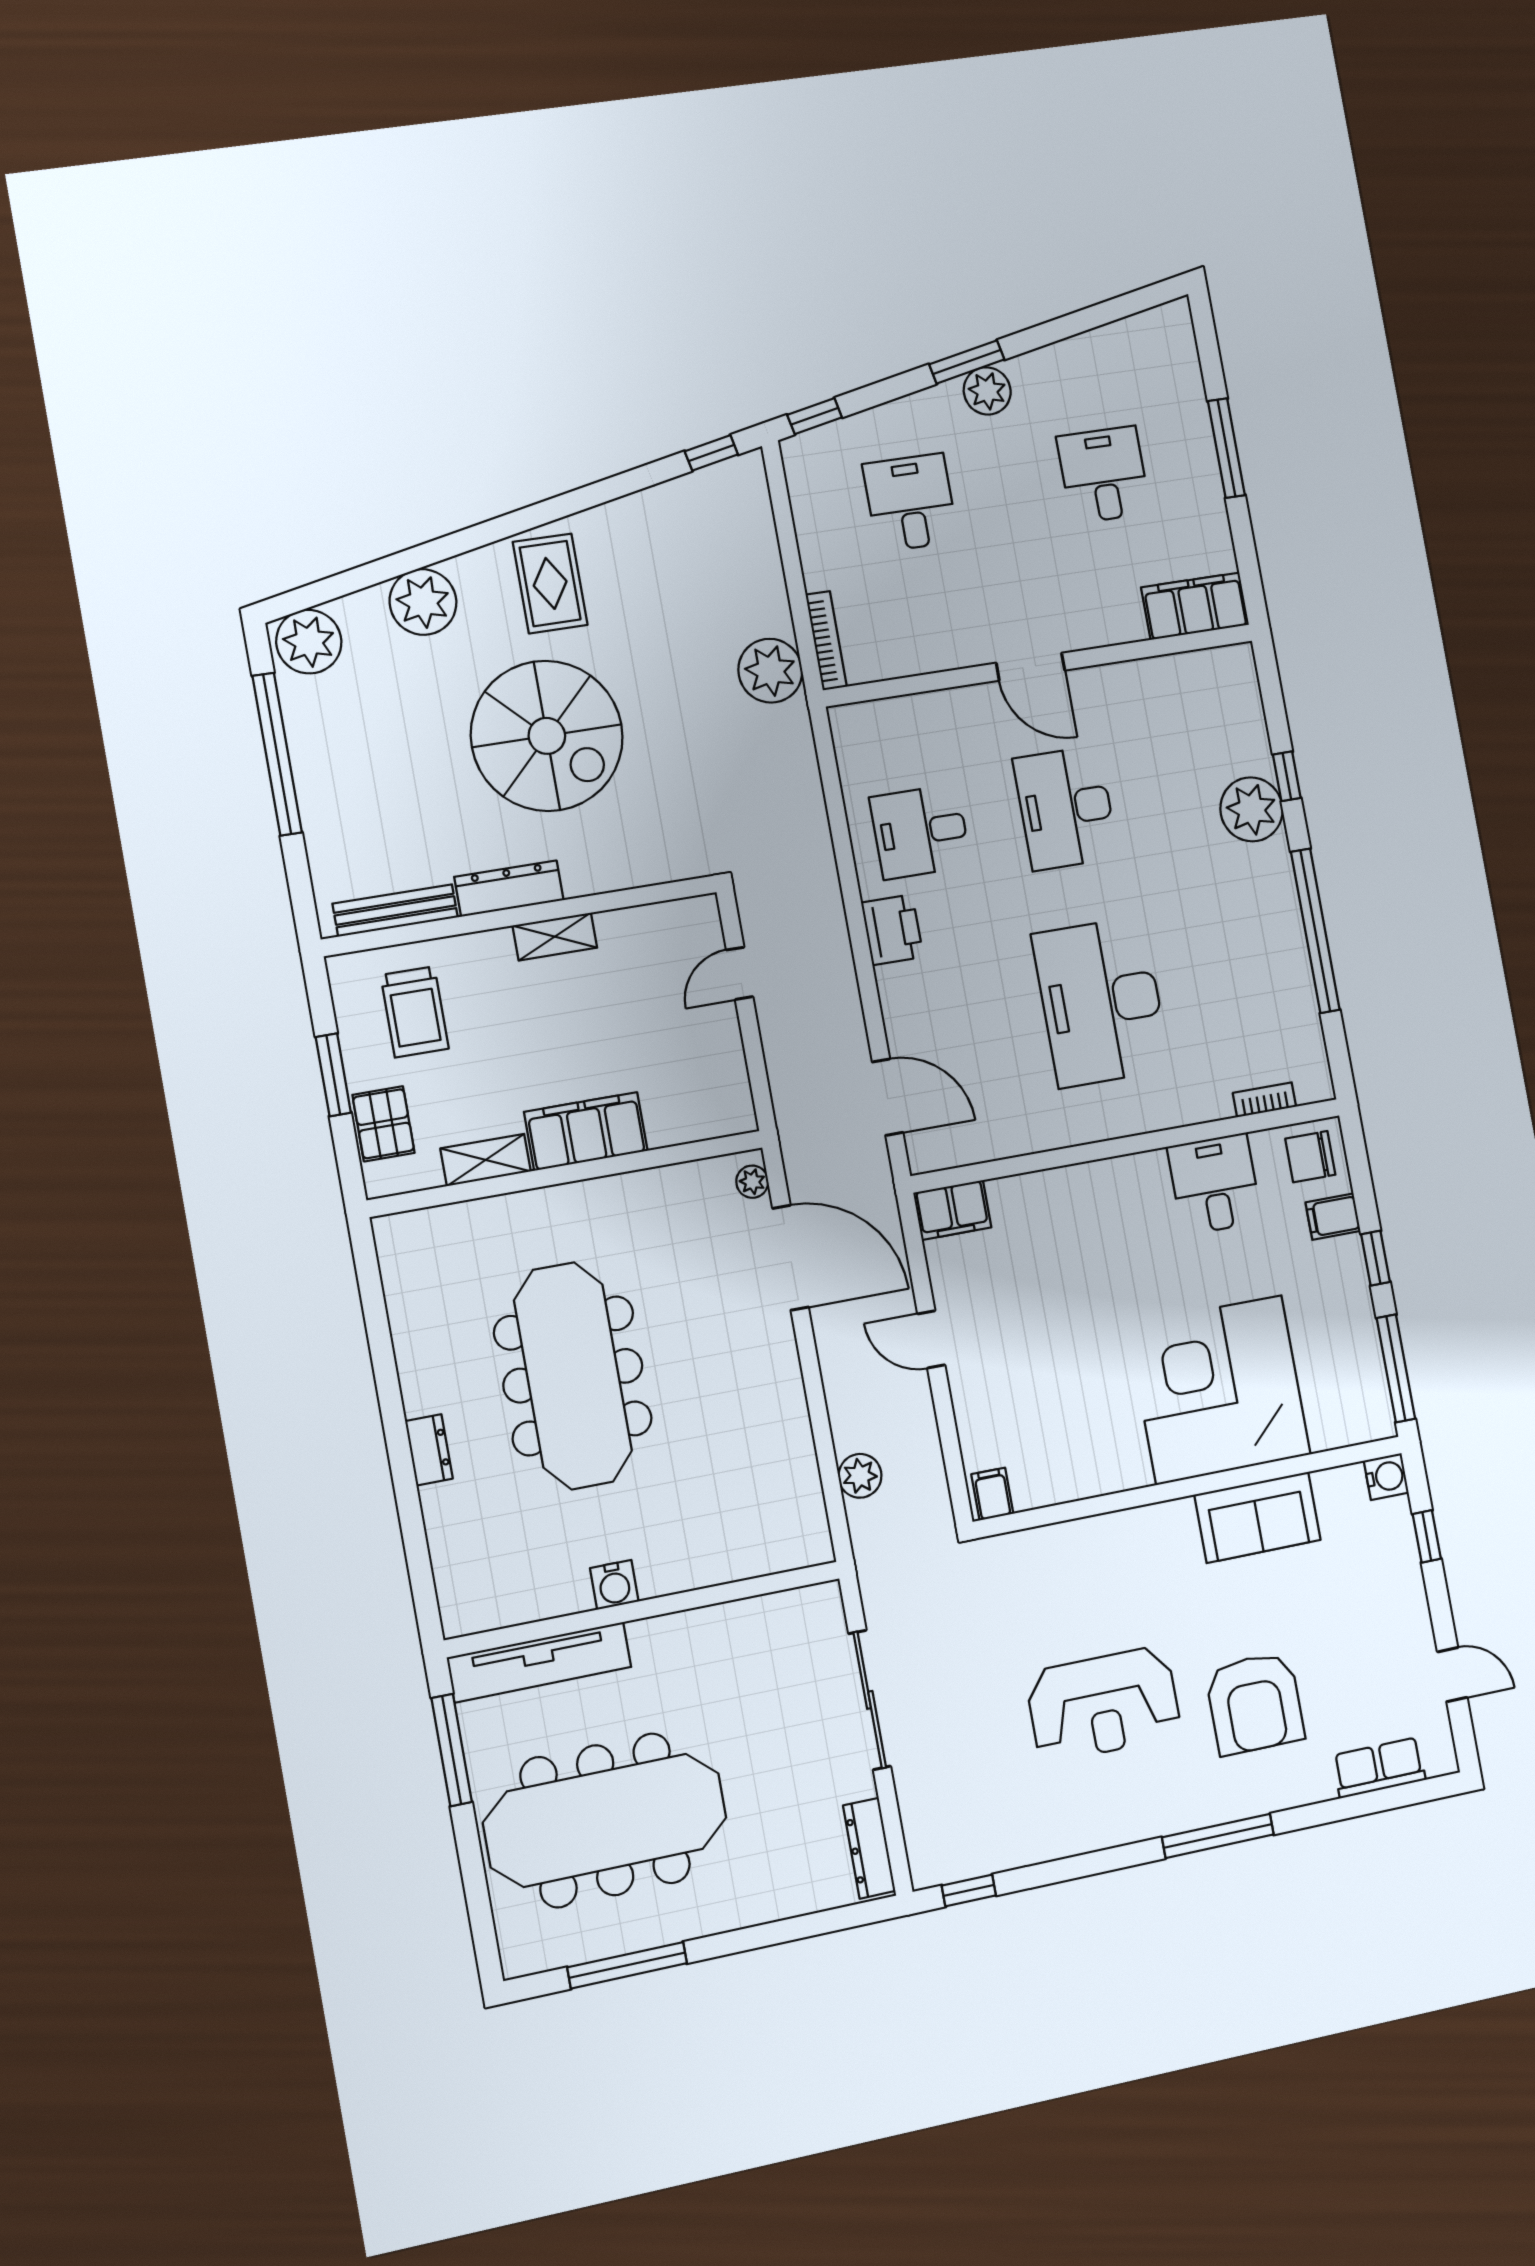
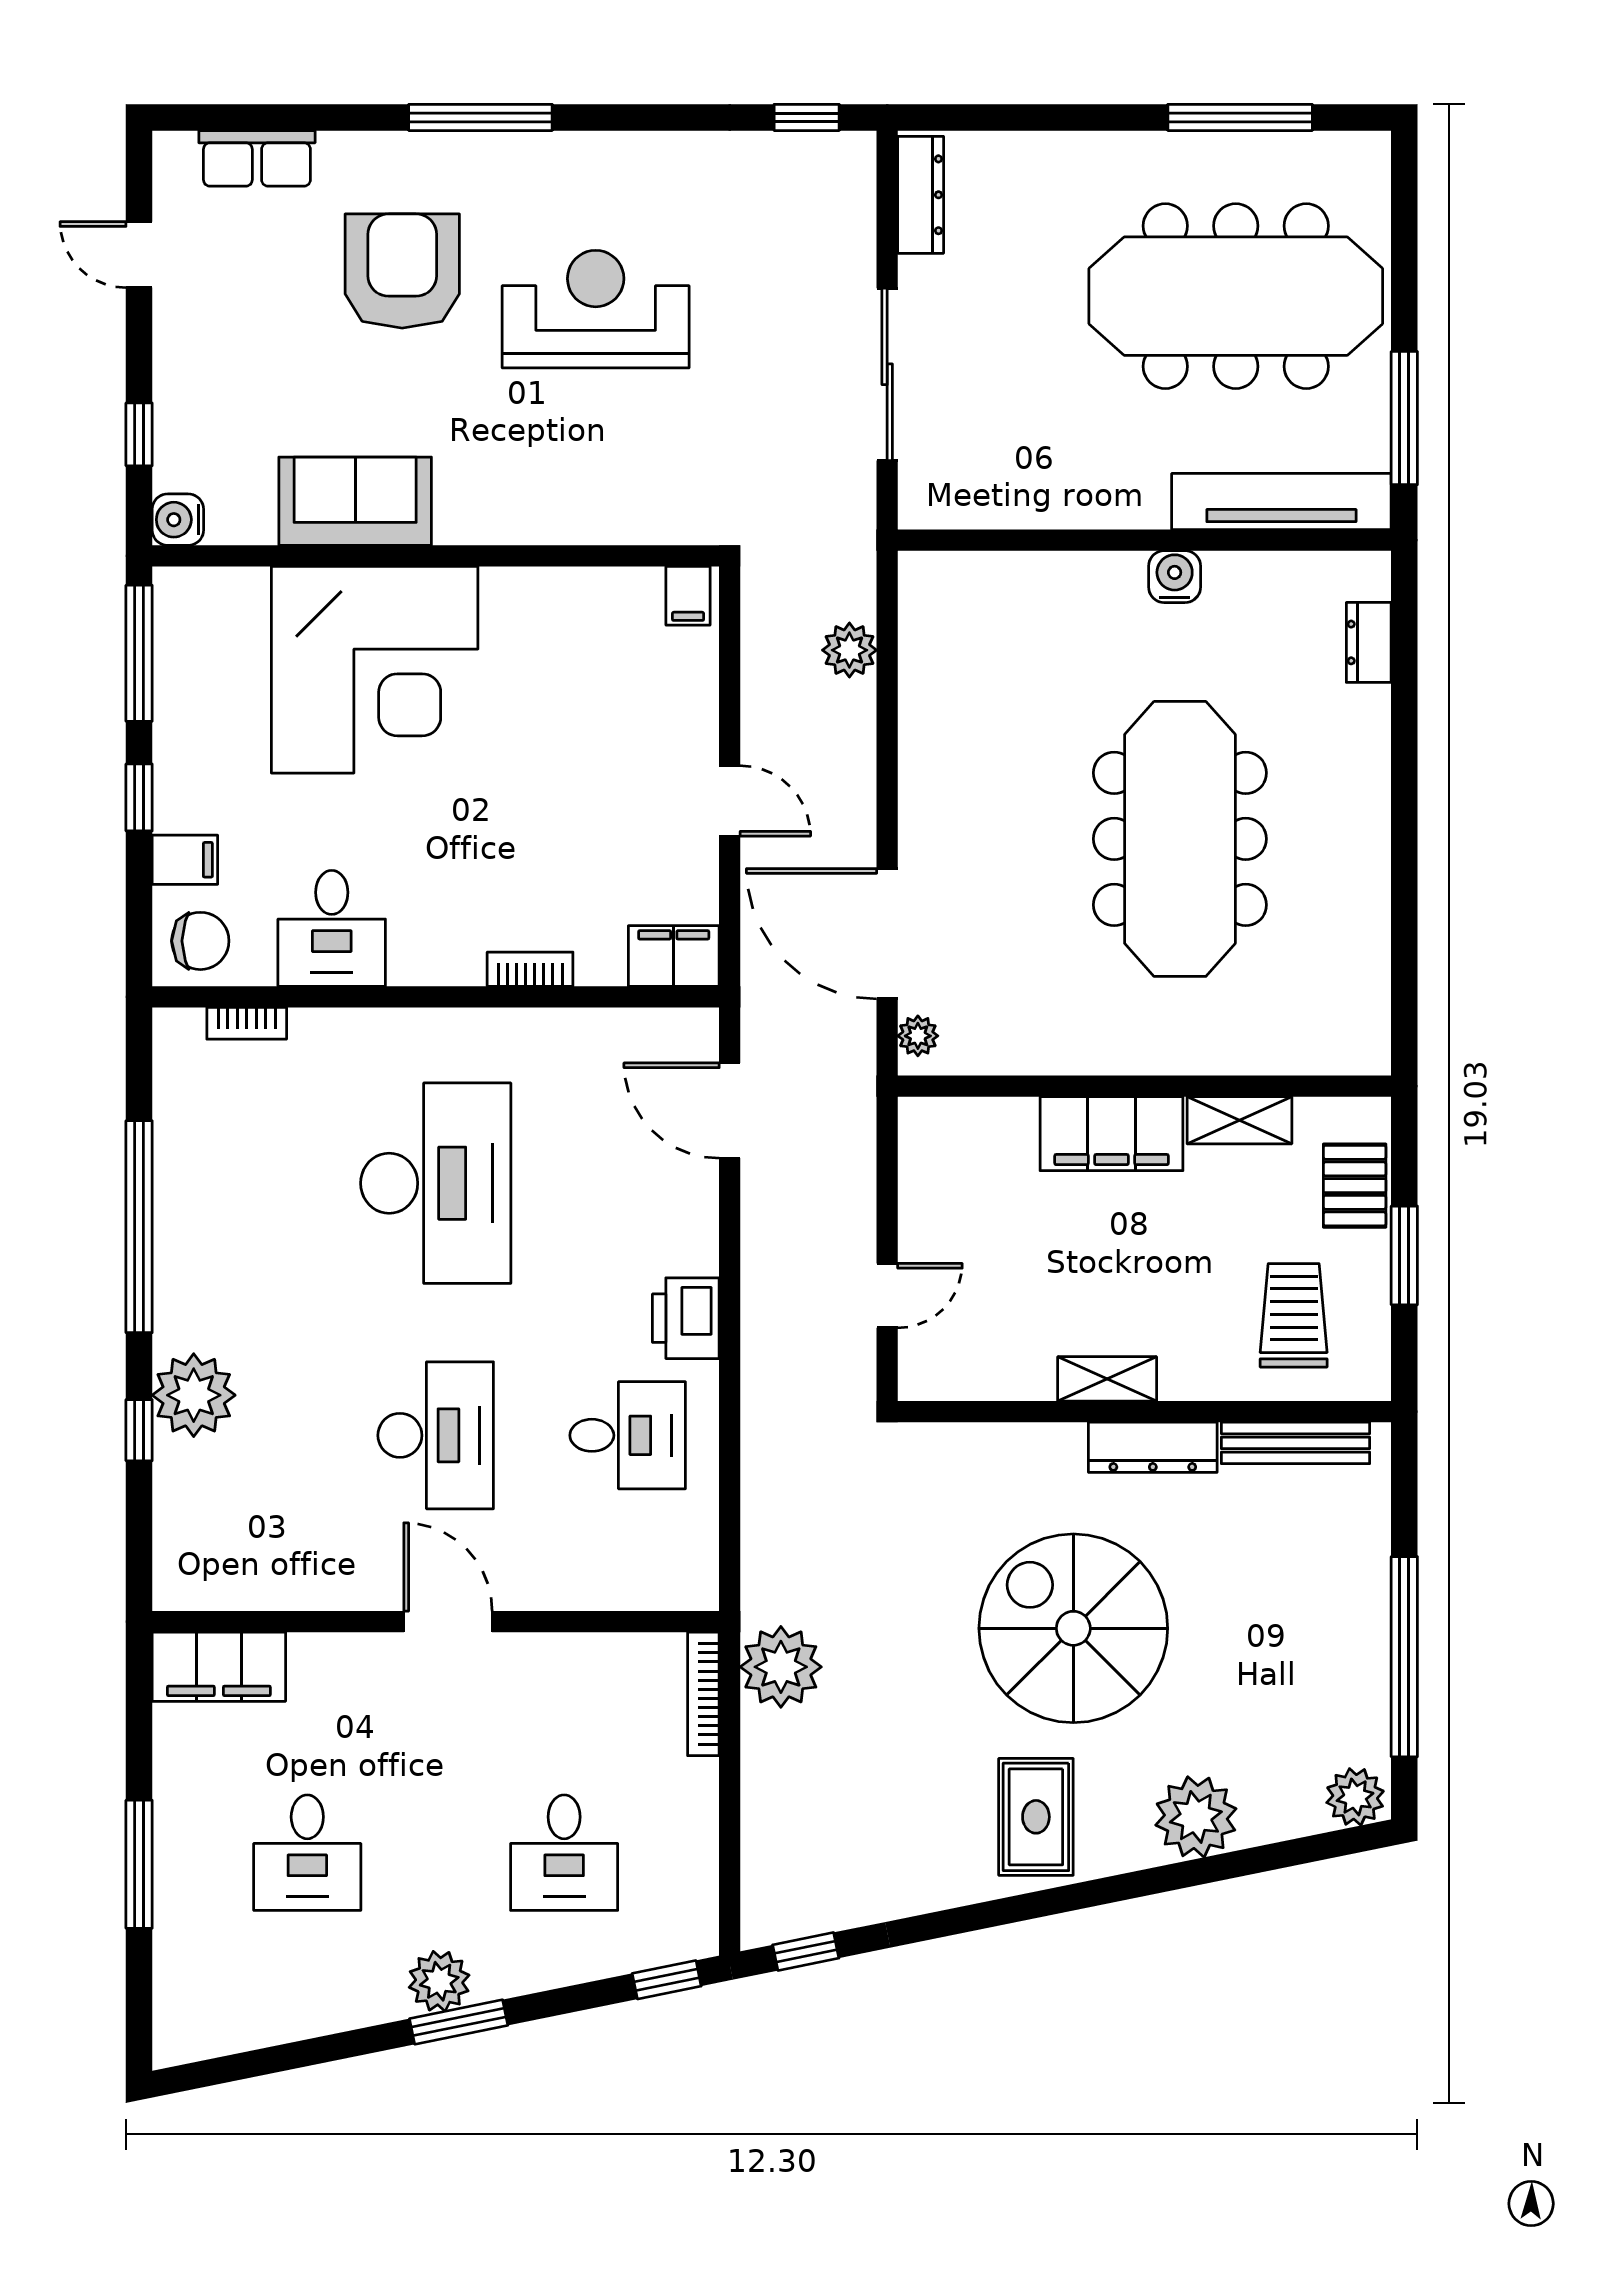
plant: (309, 642) -> (1355, 1797), width x0.73, depth x0.73
bookcase: (1060, 1180) -> (530, 969), added
dresser: (429, 1450) -> (1369, 642), moved

